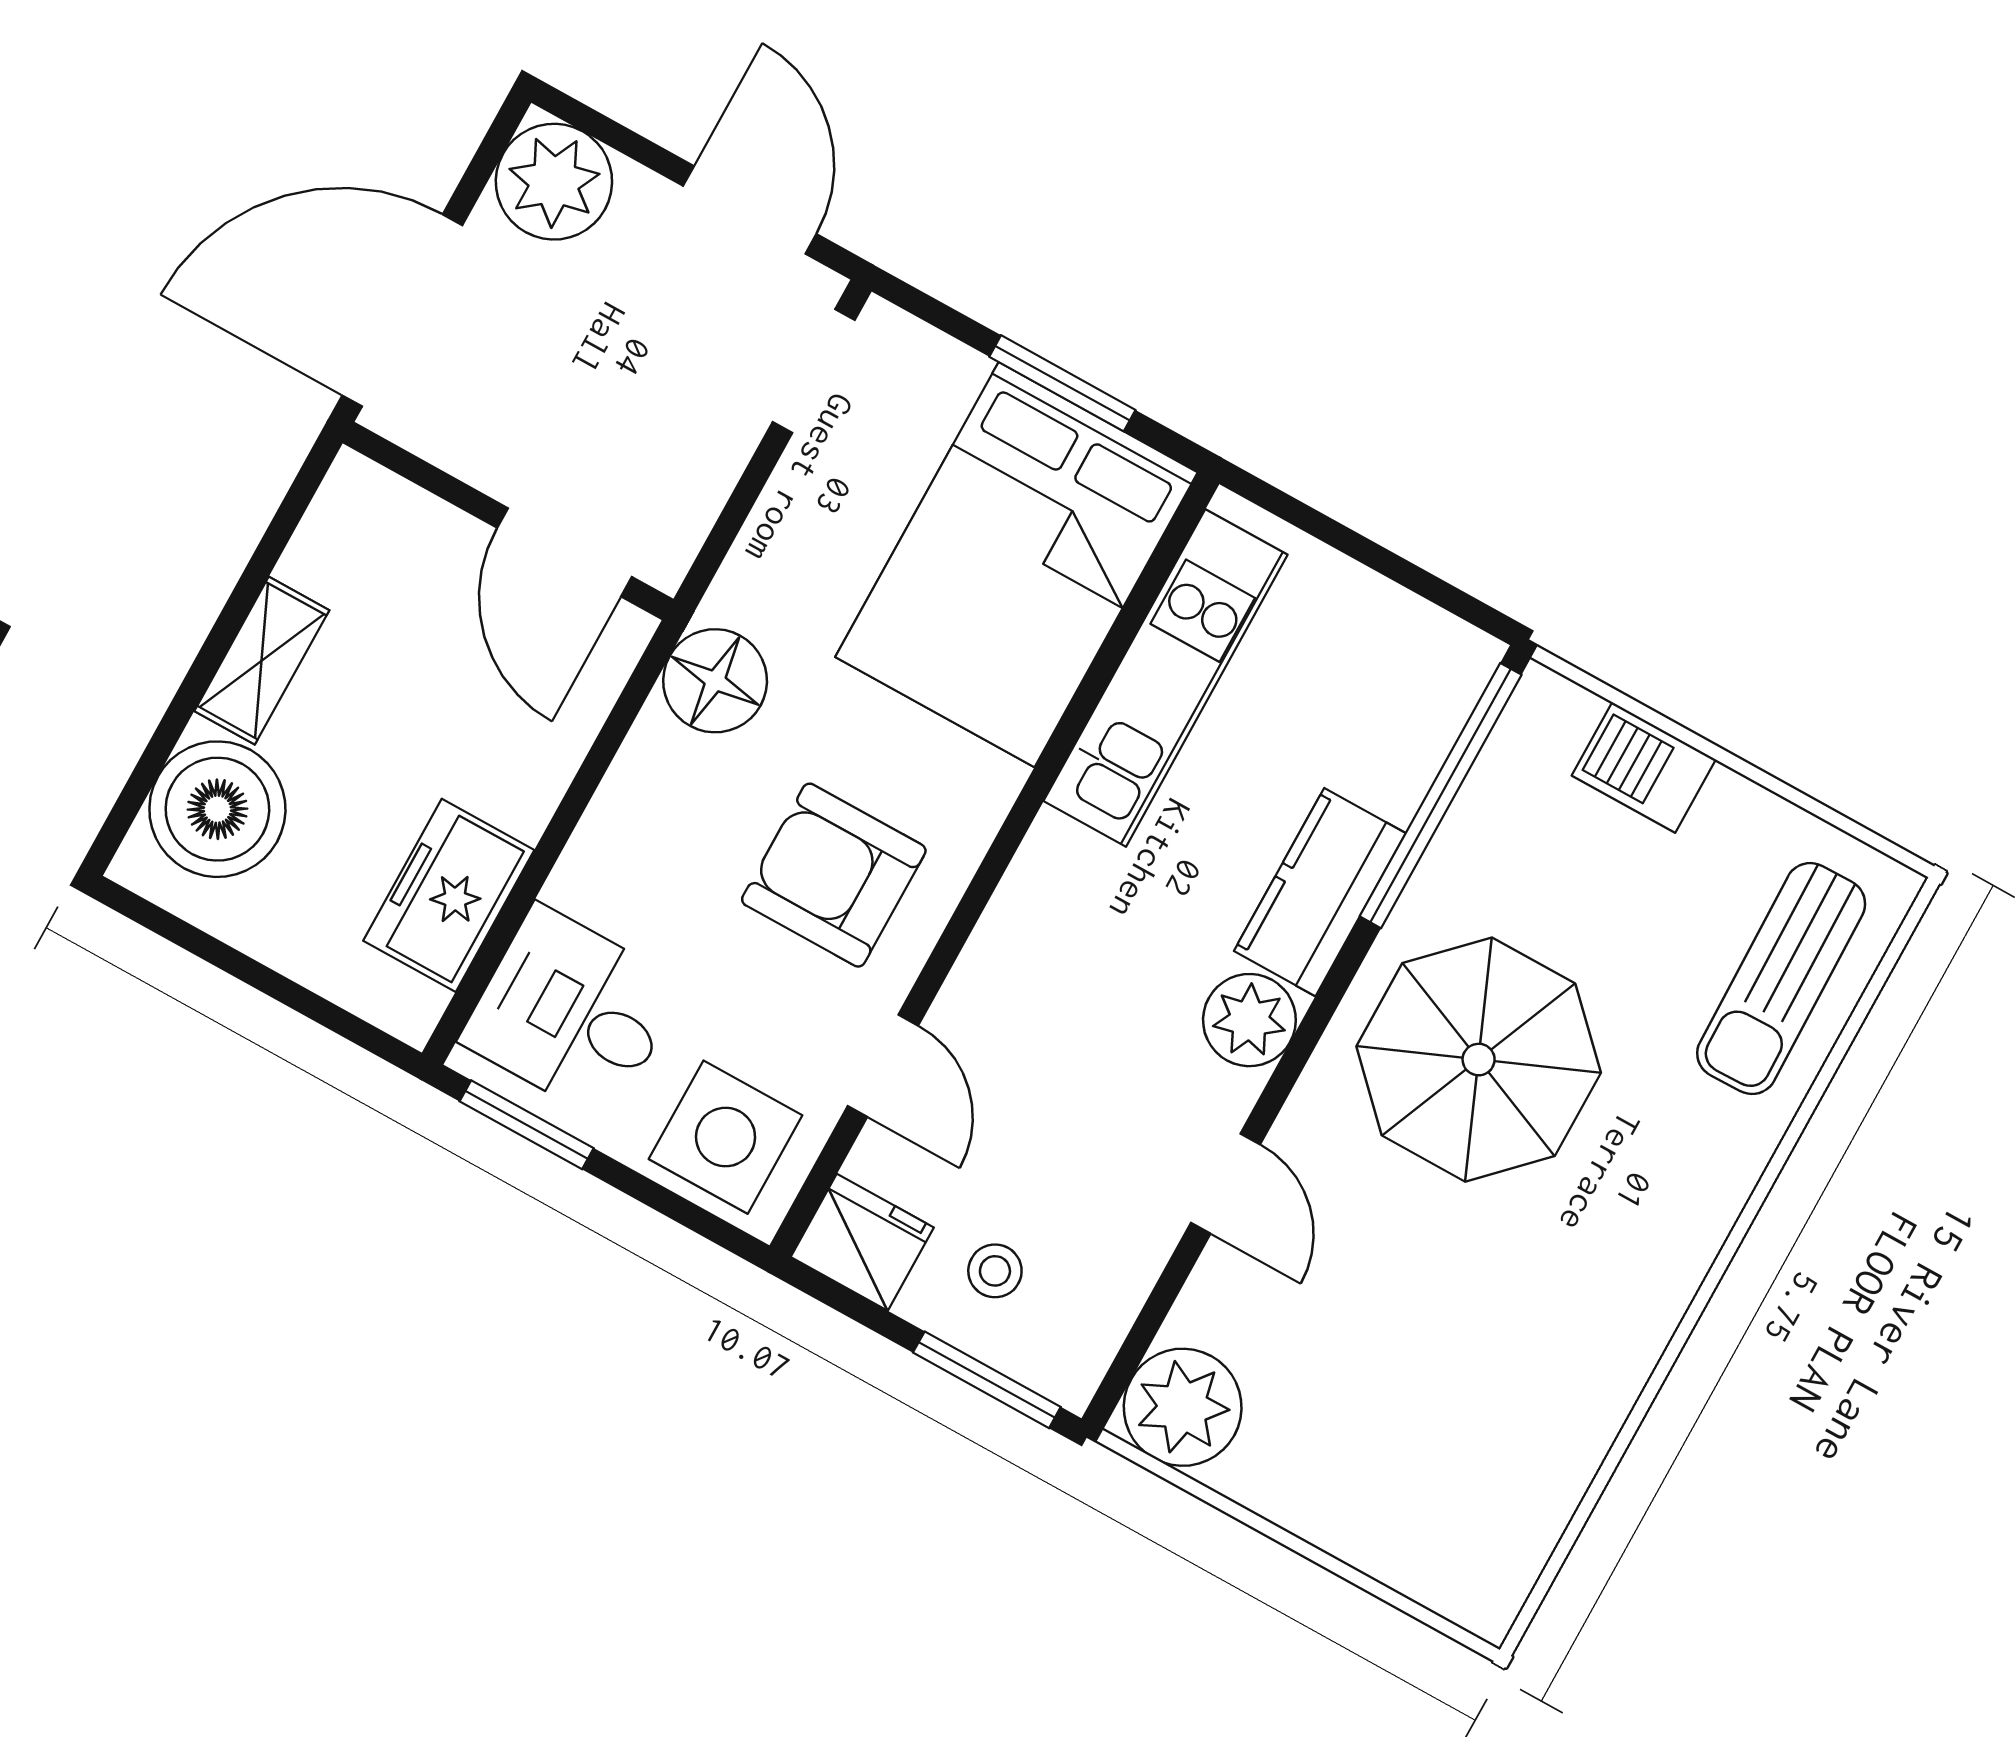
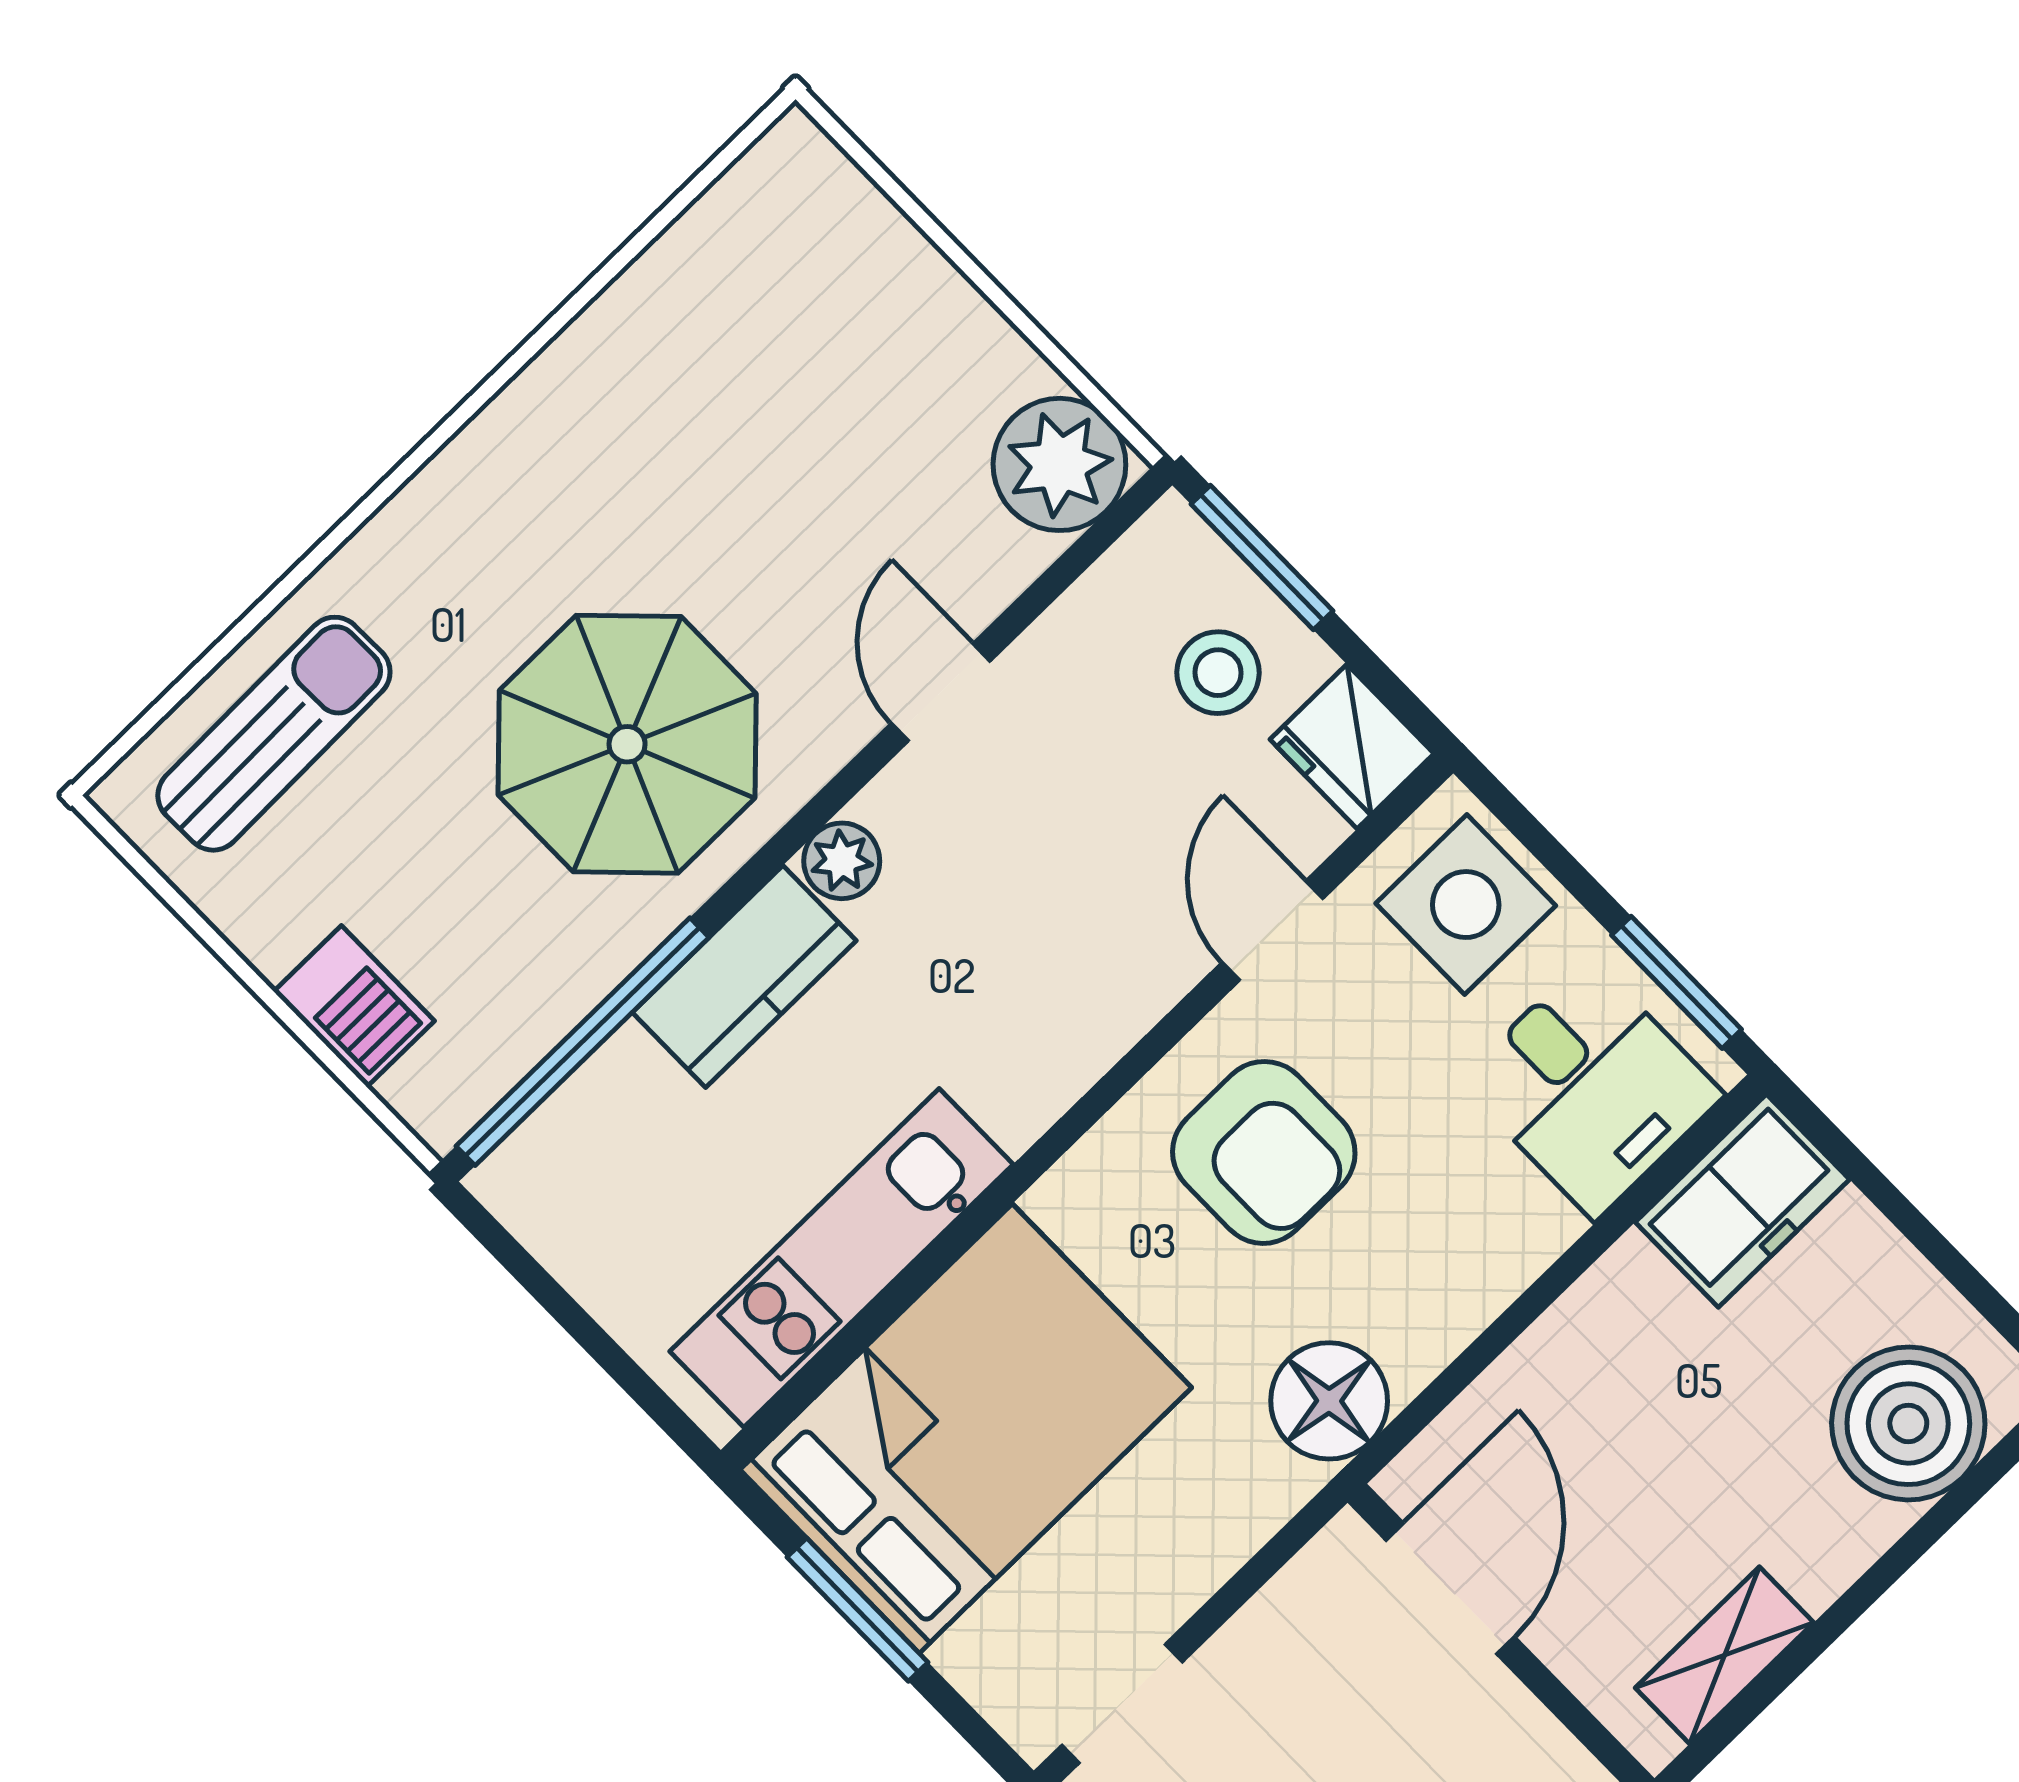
shelving: (262, 661) -> (1724, 1655), moved
freezer: (449, 895) -> (1742, 1201), moved
plant: (1249, 1020) -> (842, 861), width x0.73, depth x0.73
stool: (995, 1271) -> (1218, 673), width x1.37, depth x1.37

